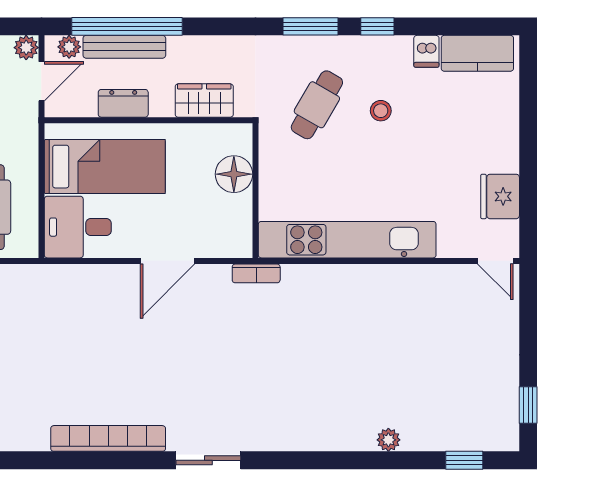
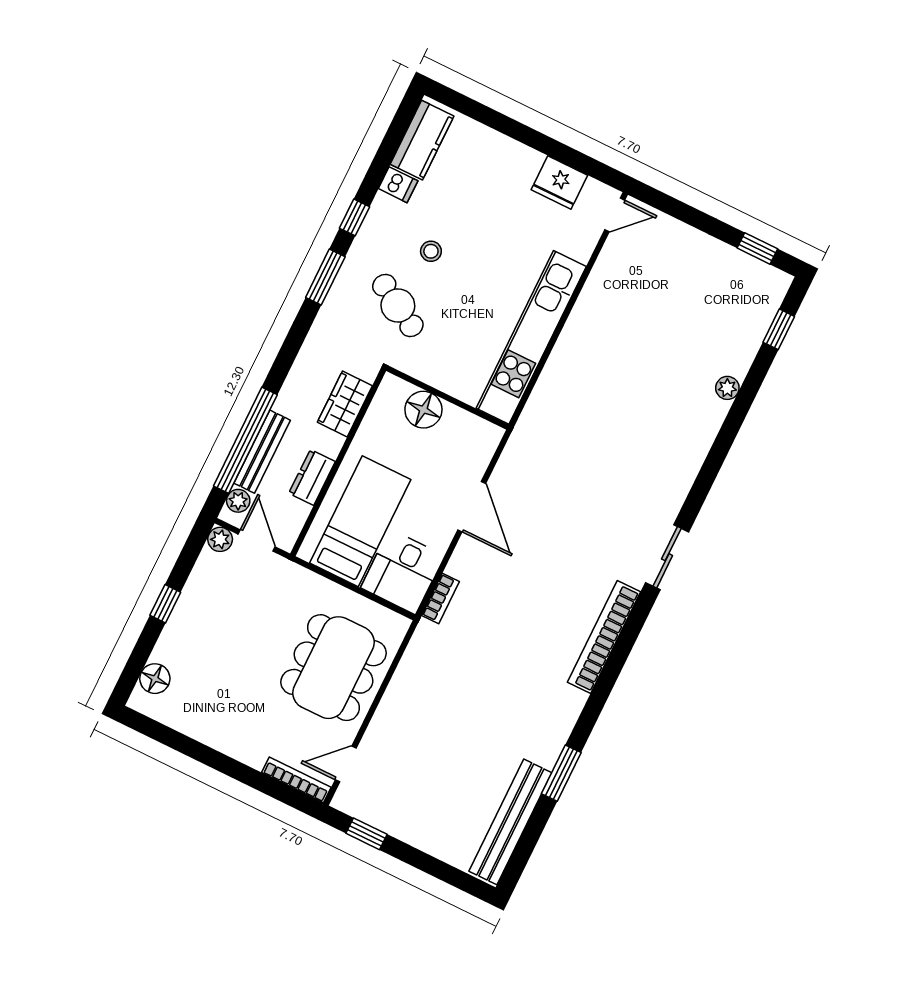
bookcase: (256, 273) -> (441, 598), moved

